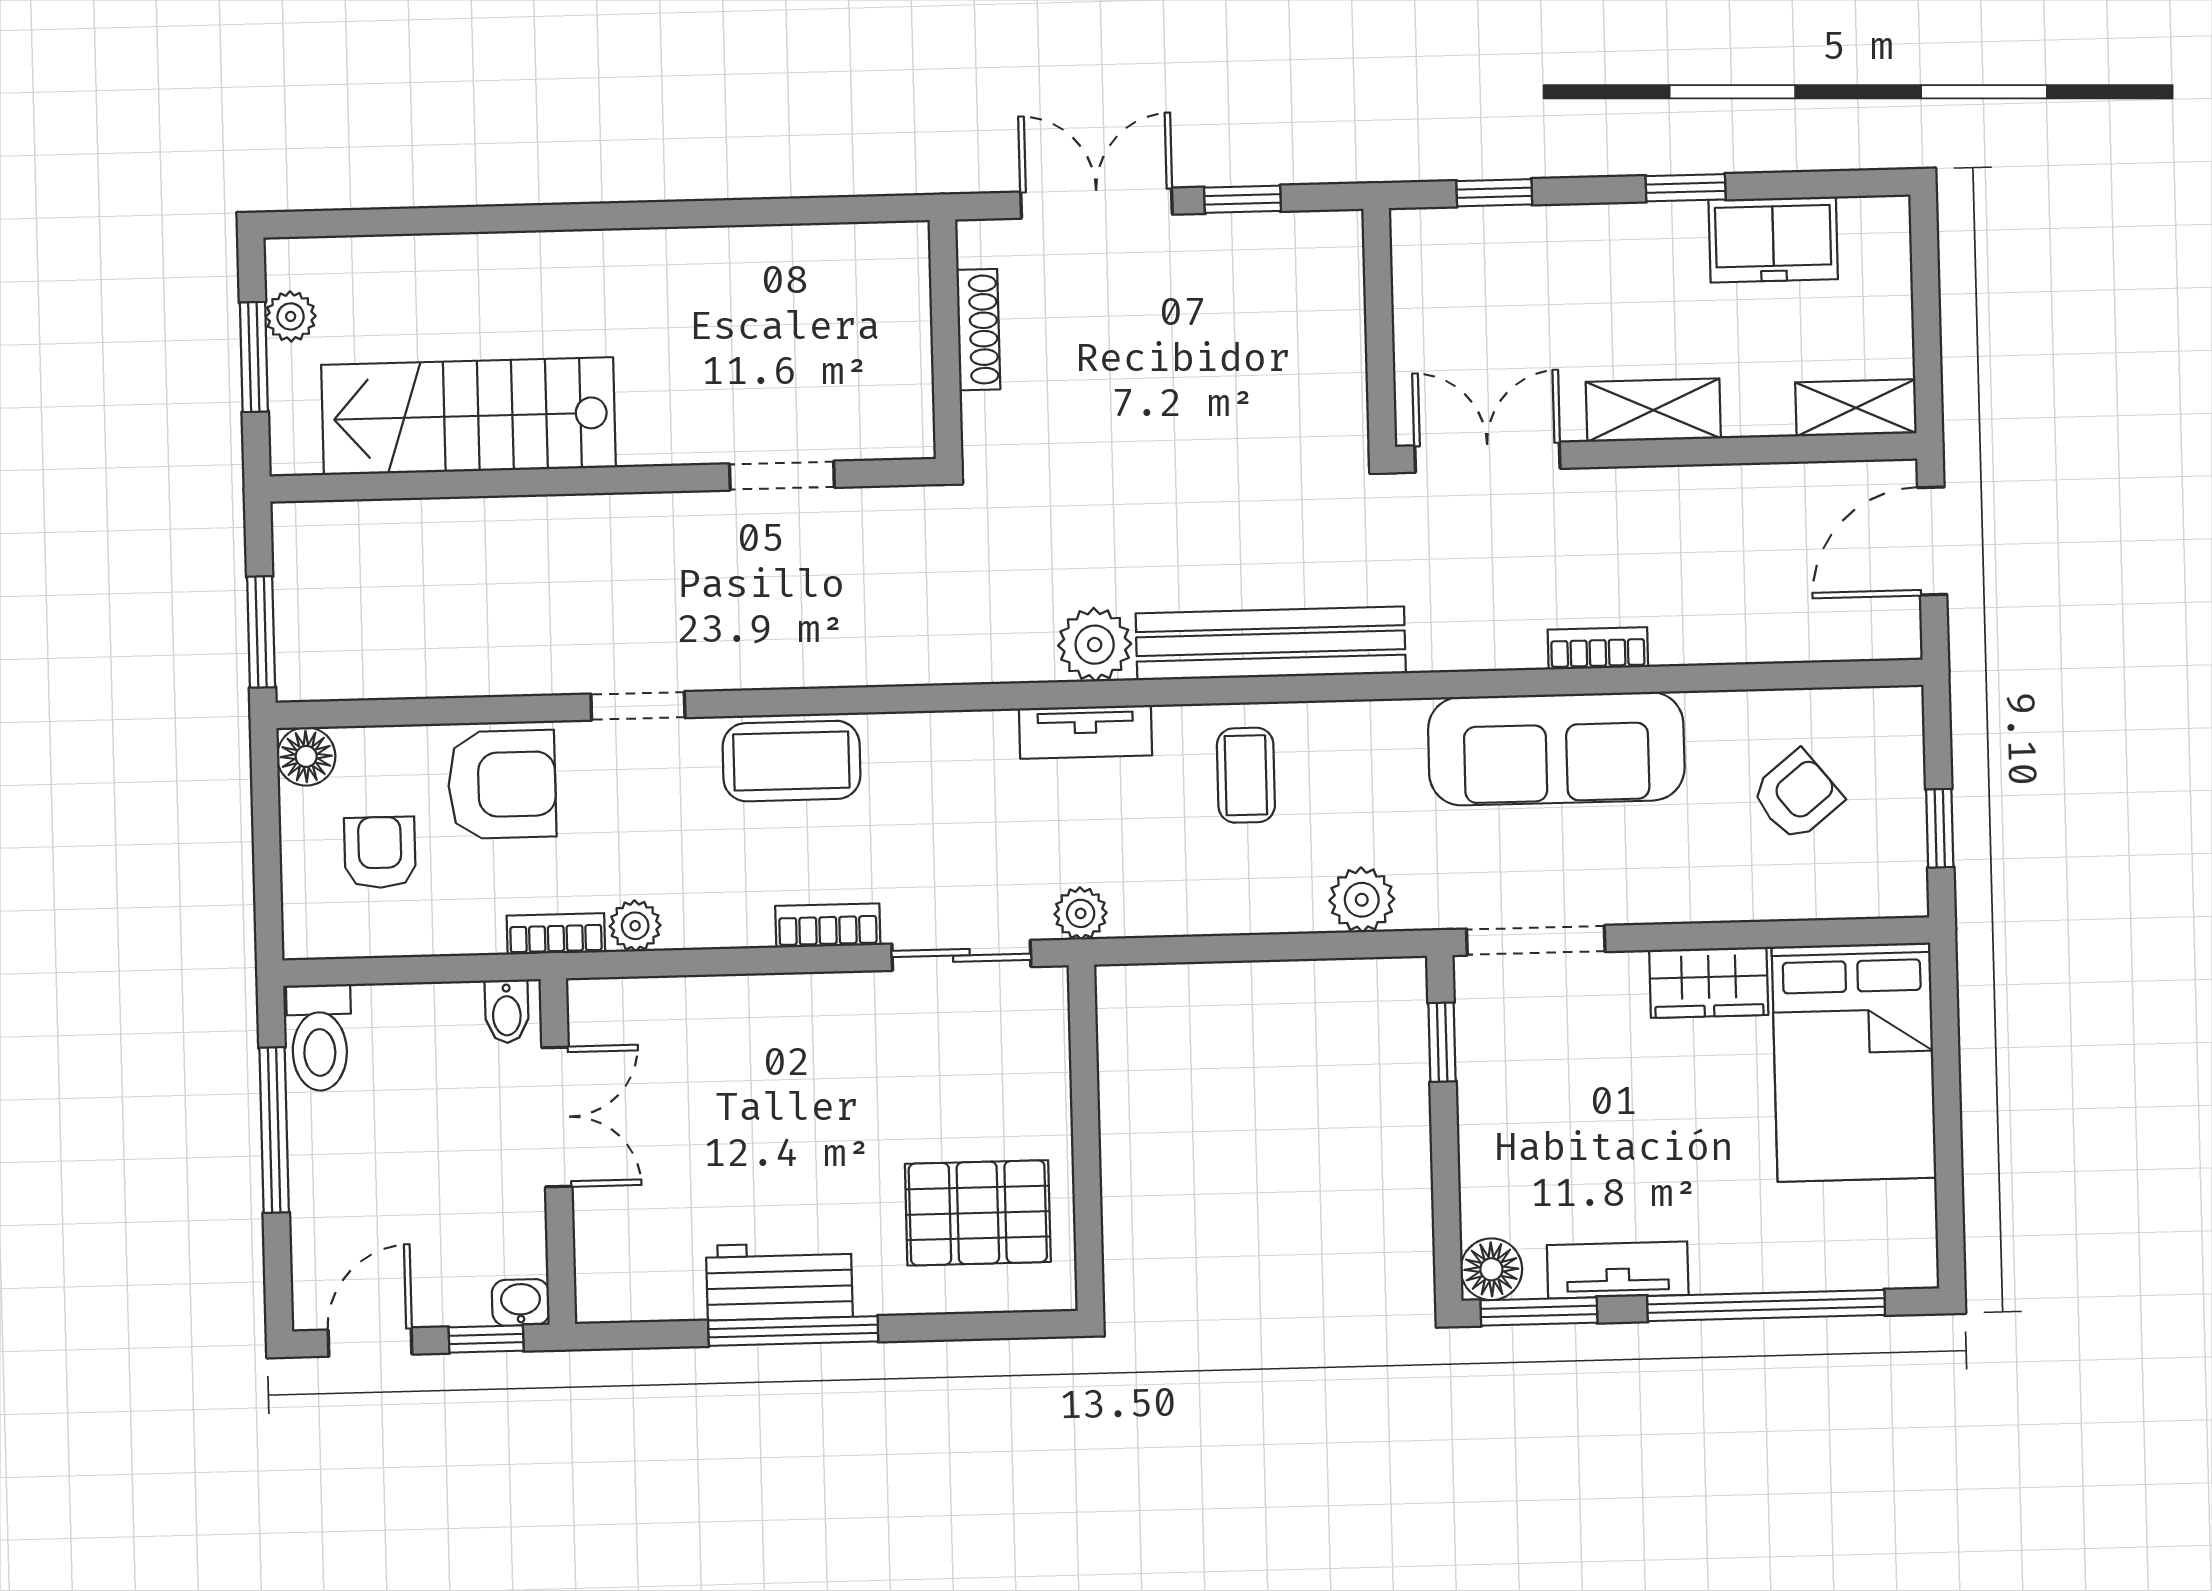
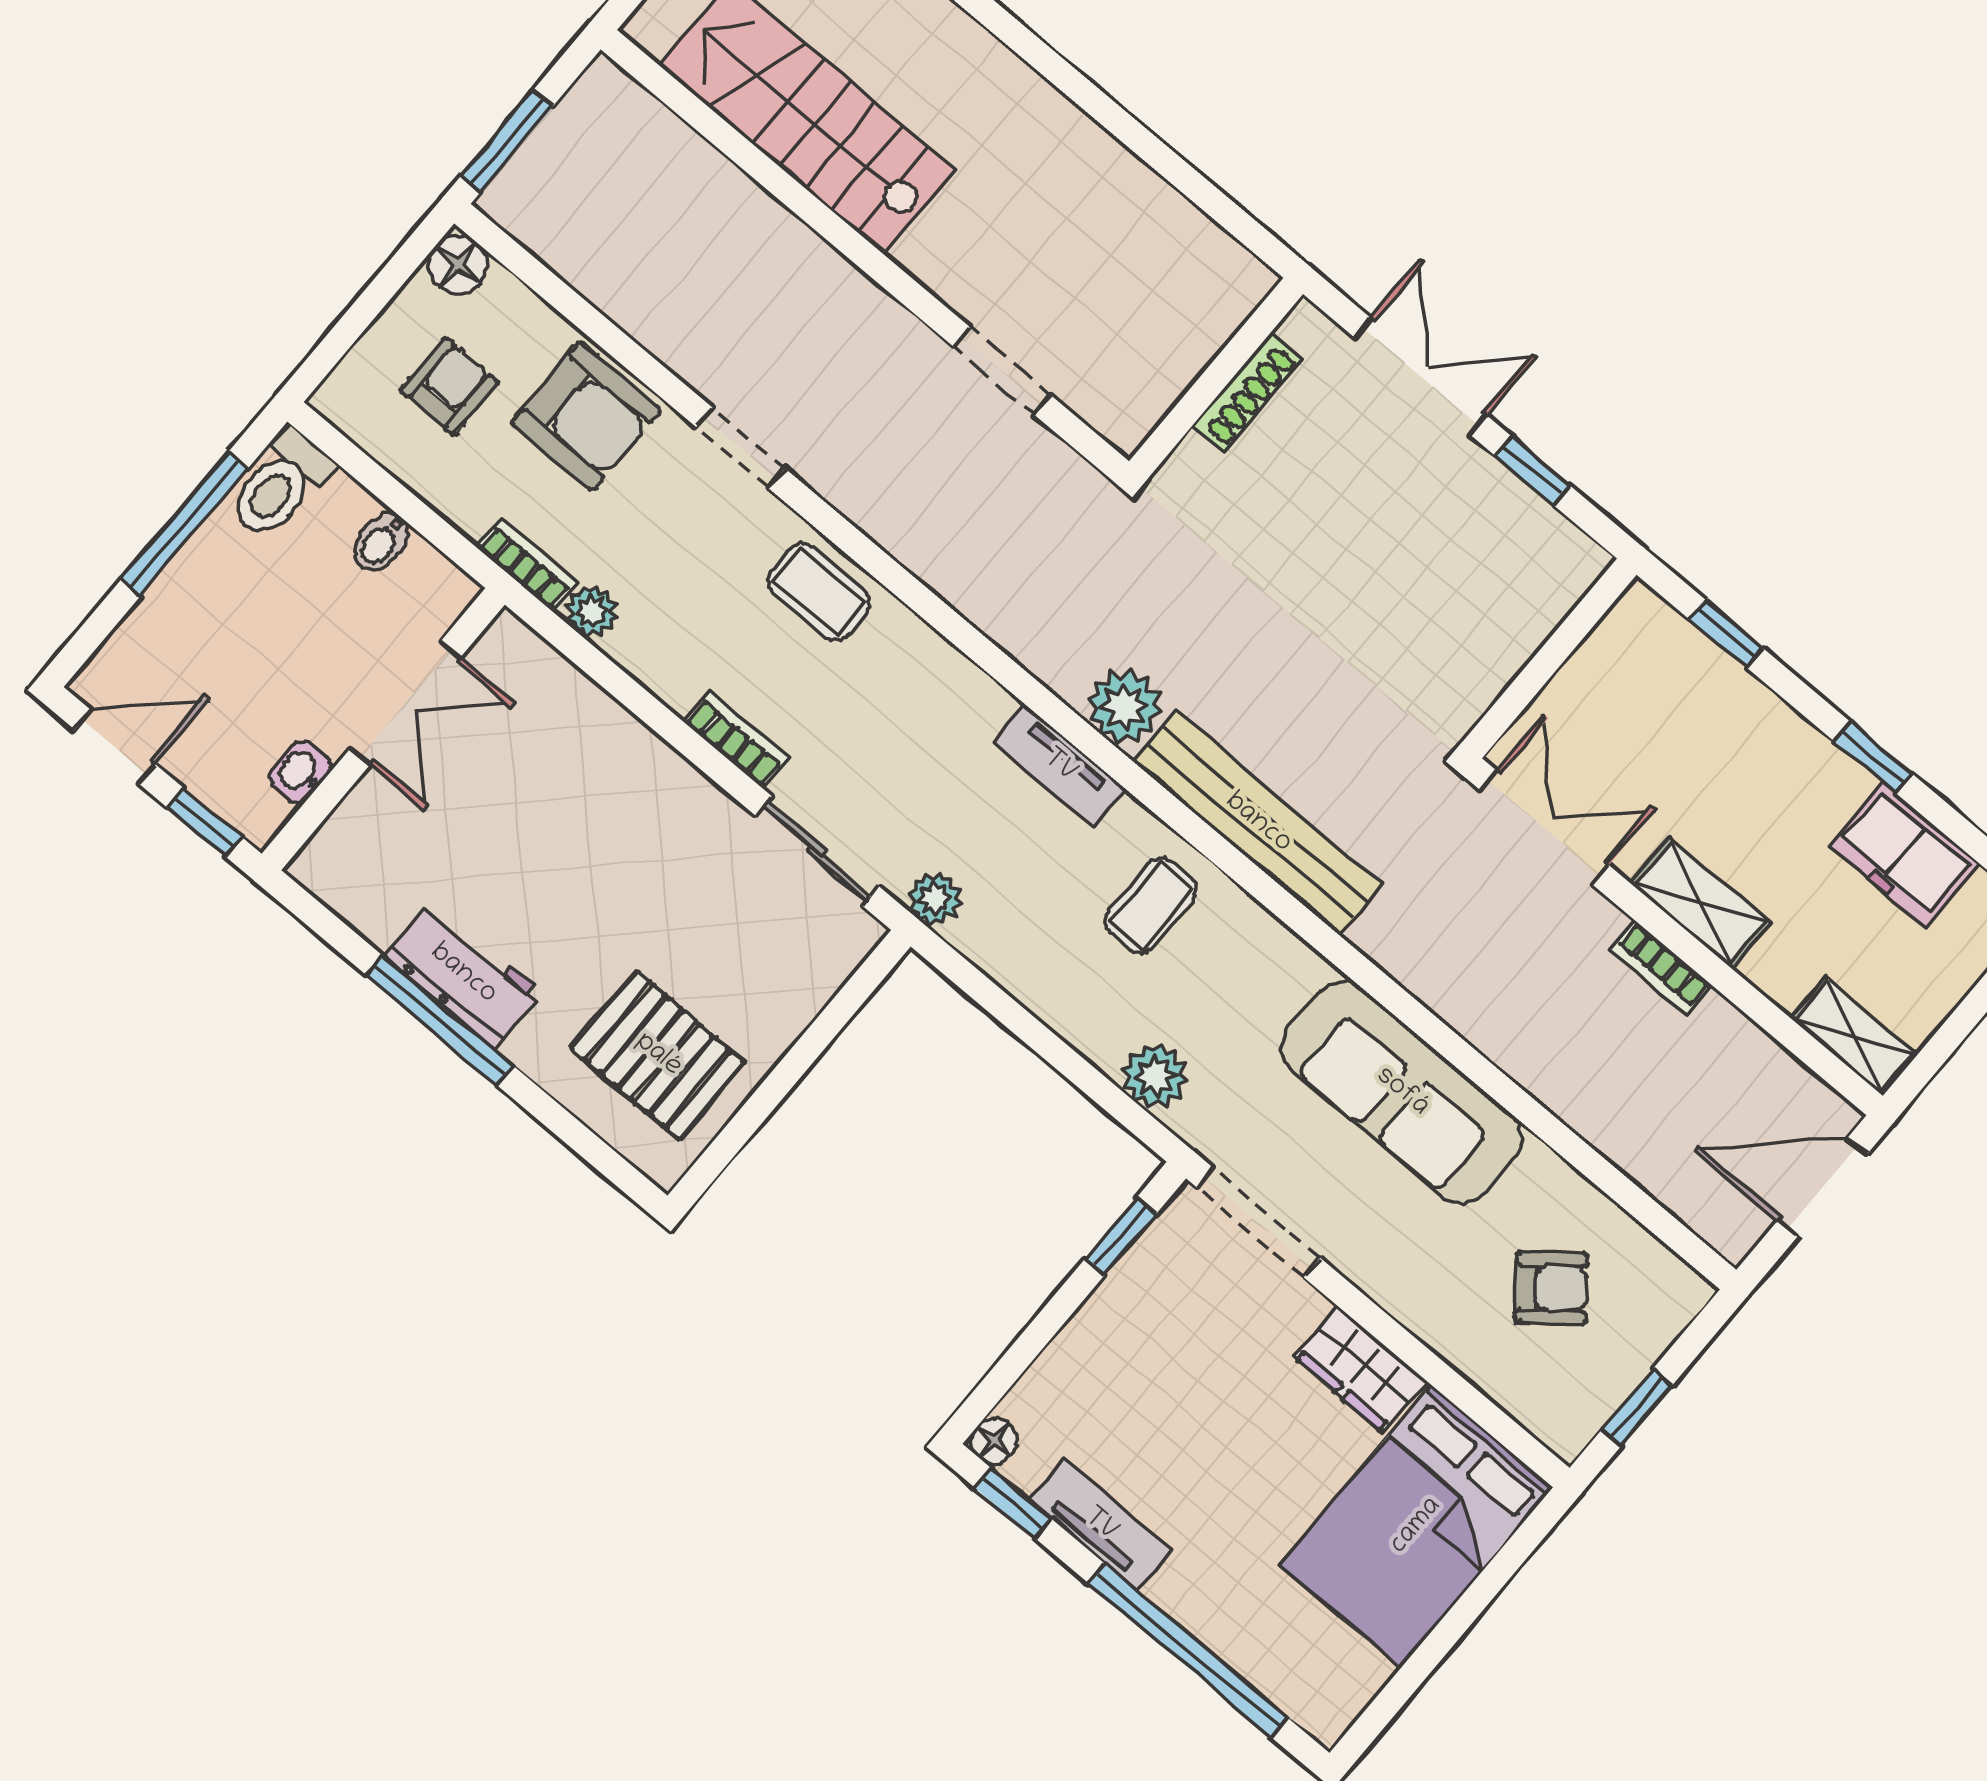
bookcase: (1598, 648) -> (1661, 968), moved, turned 180
coffee table: (791, 761) -> (819, 592), width x0.73, depth x0.77
bidet: (507, 1011) -> (381, 542), moved
floor lamp: (1491, 1269) -> (994, 1441), width x0.73, depth x0.73
washbasin: (521, 1302) -> (300, 772), moved, turned -90
window: (1539, 1311) -> (1013, 1503), width x0.67

